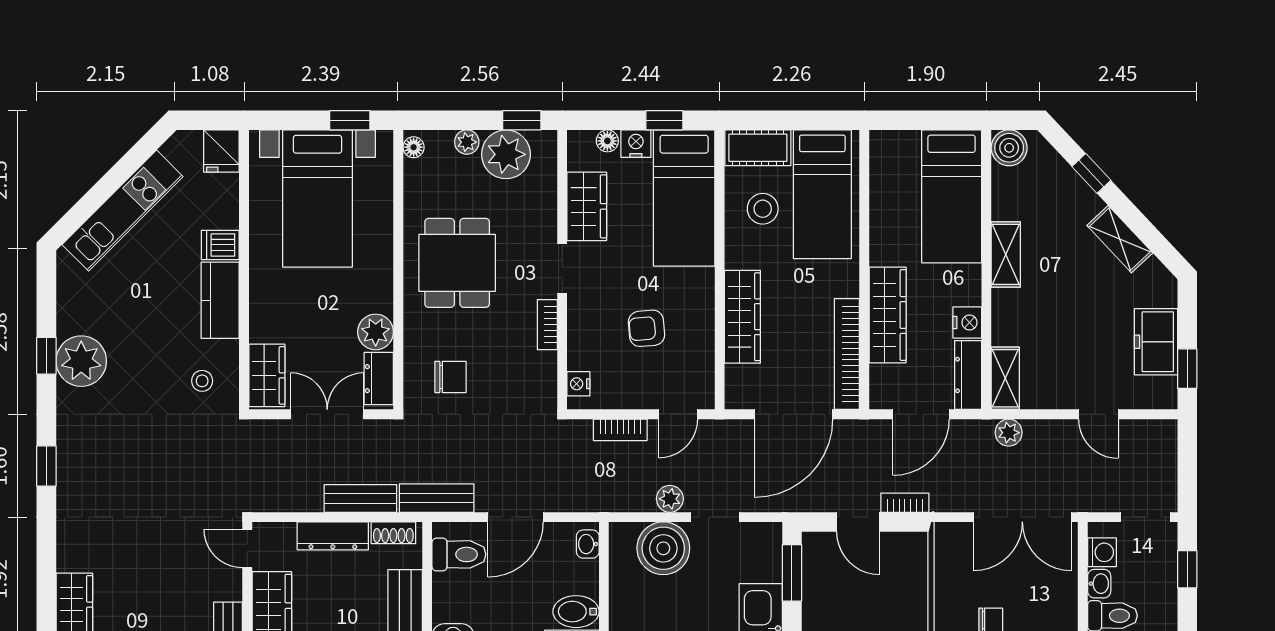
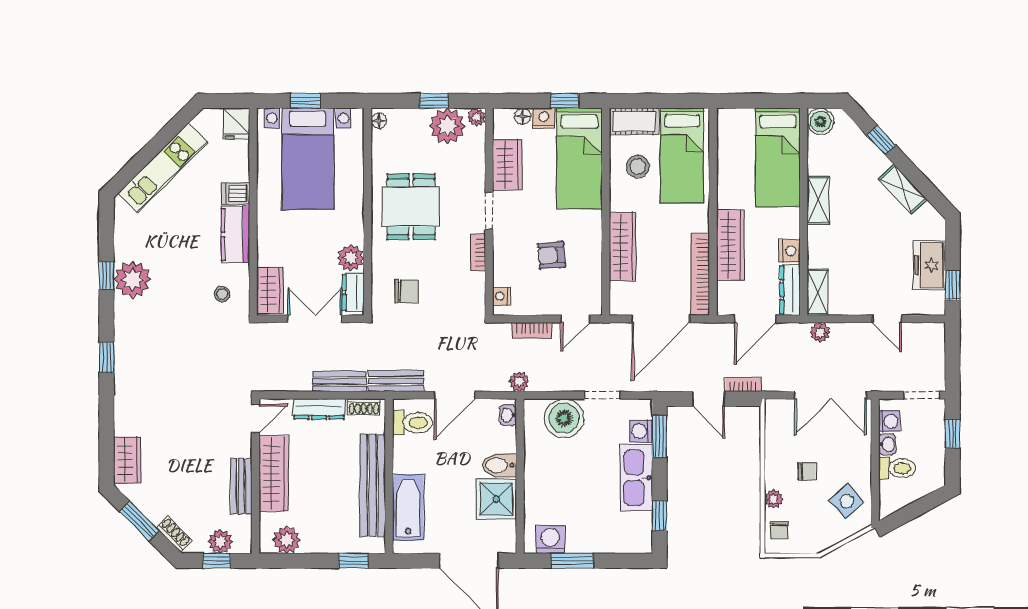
window: (350, 120) -> (305, 101), moved
window: (522, 120) -> (434, 101), moved
plant: (467, 142) -> (476, 117), moved
plant: (670, 499) -> (519, 382), moved
door: (247, 548) -> (256, 418), swing flipped
washing machine: (767, 566) -> (641, 431), added

